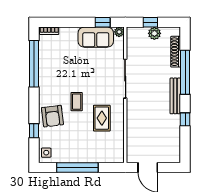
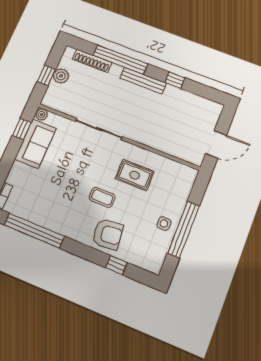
side table: (46, 153) -> (164, 224), moved

